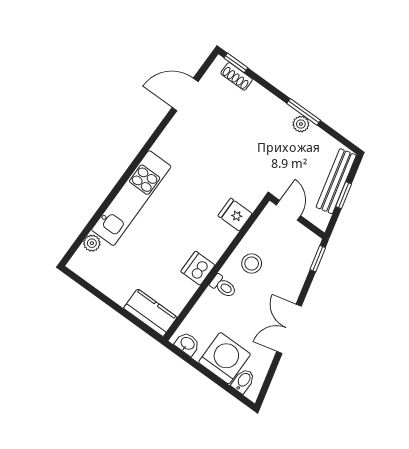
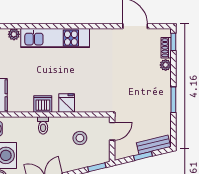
plant: (301, 124) -> (166, 65), moved
bench: (336, 181) -> (153, 145), width x0.73
fridge: (235, 215) -> (67, 103), moved
stool: (252, 264) -> (80, 138), moved

